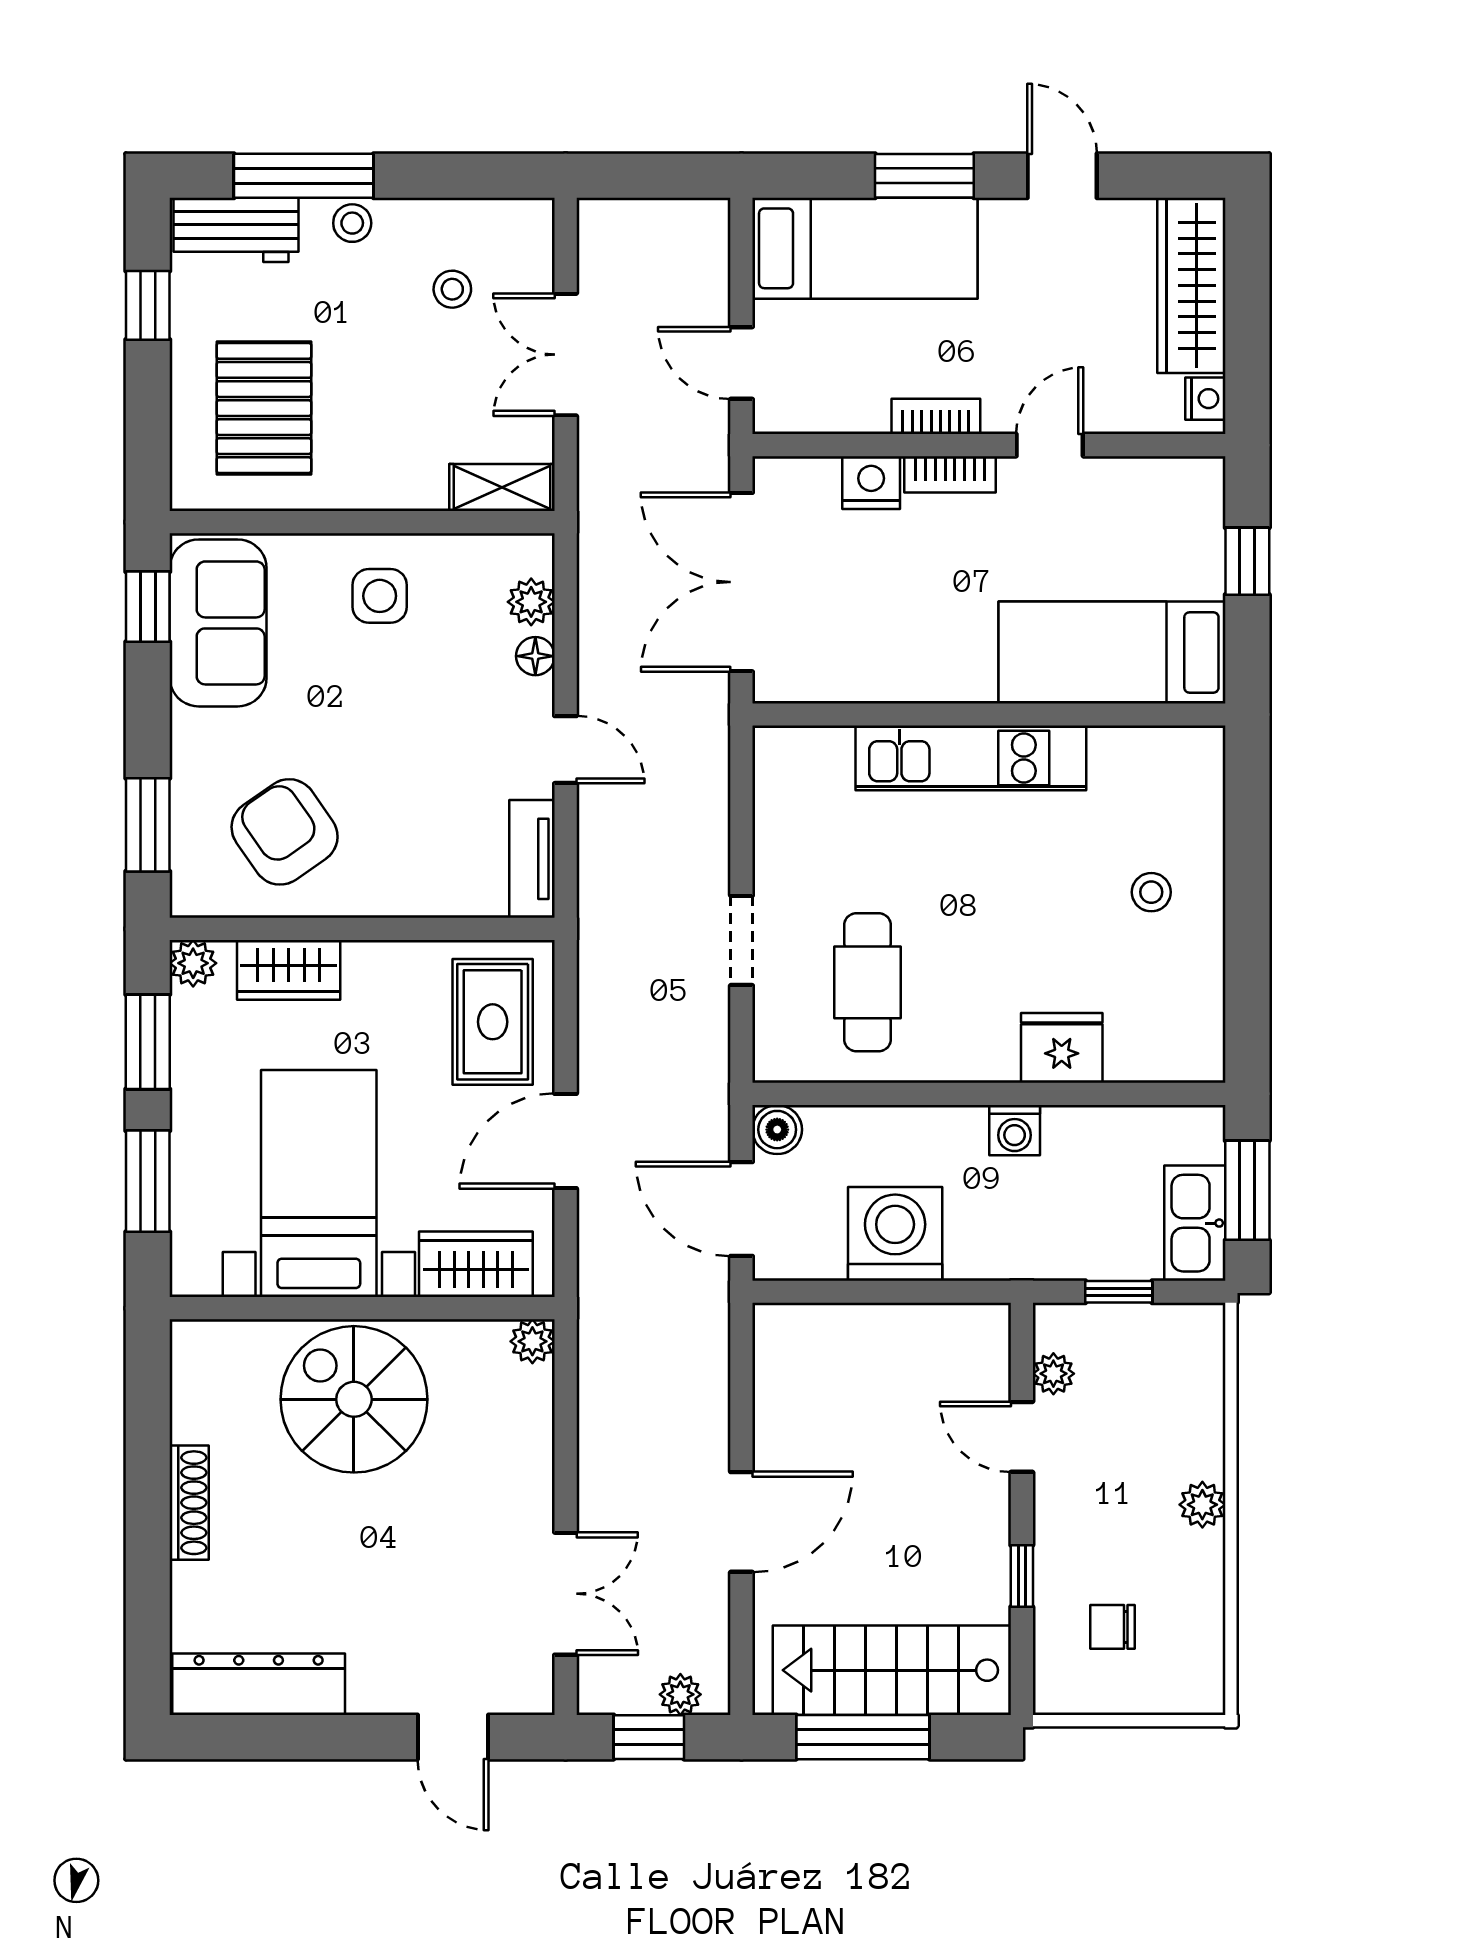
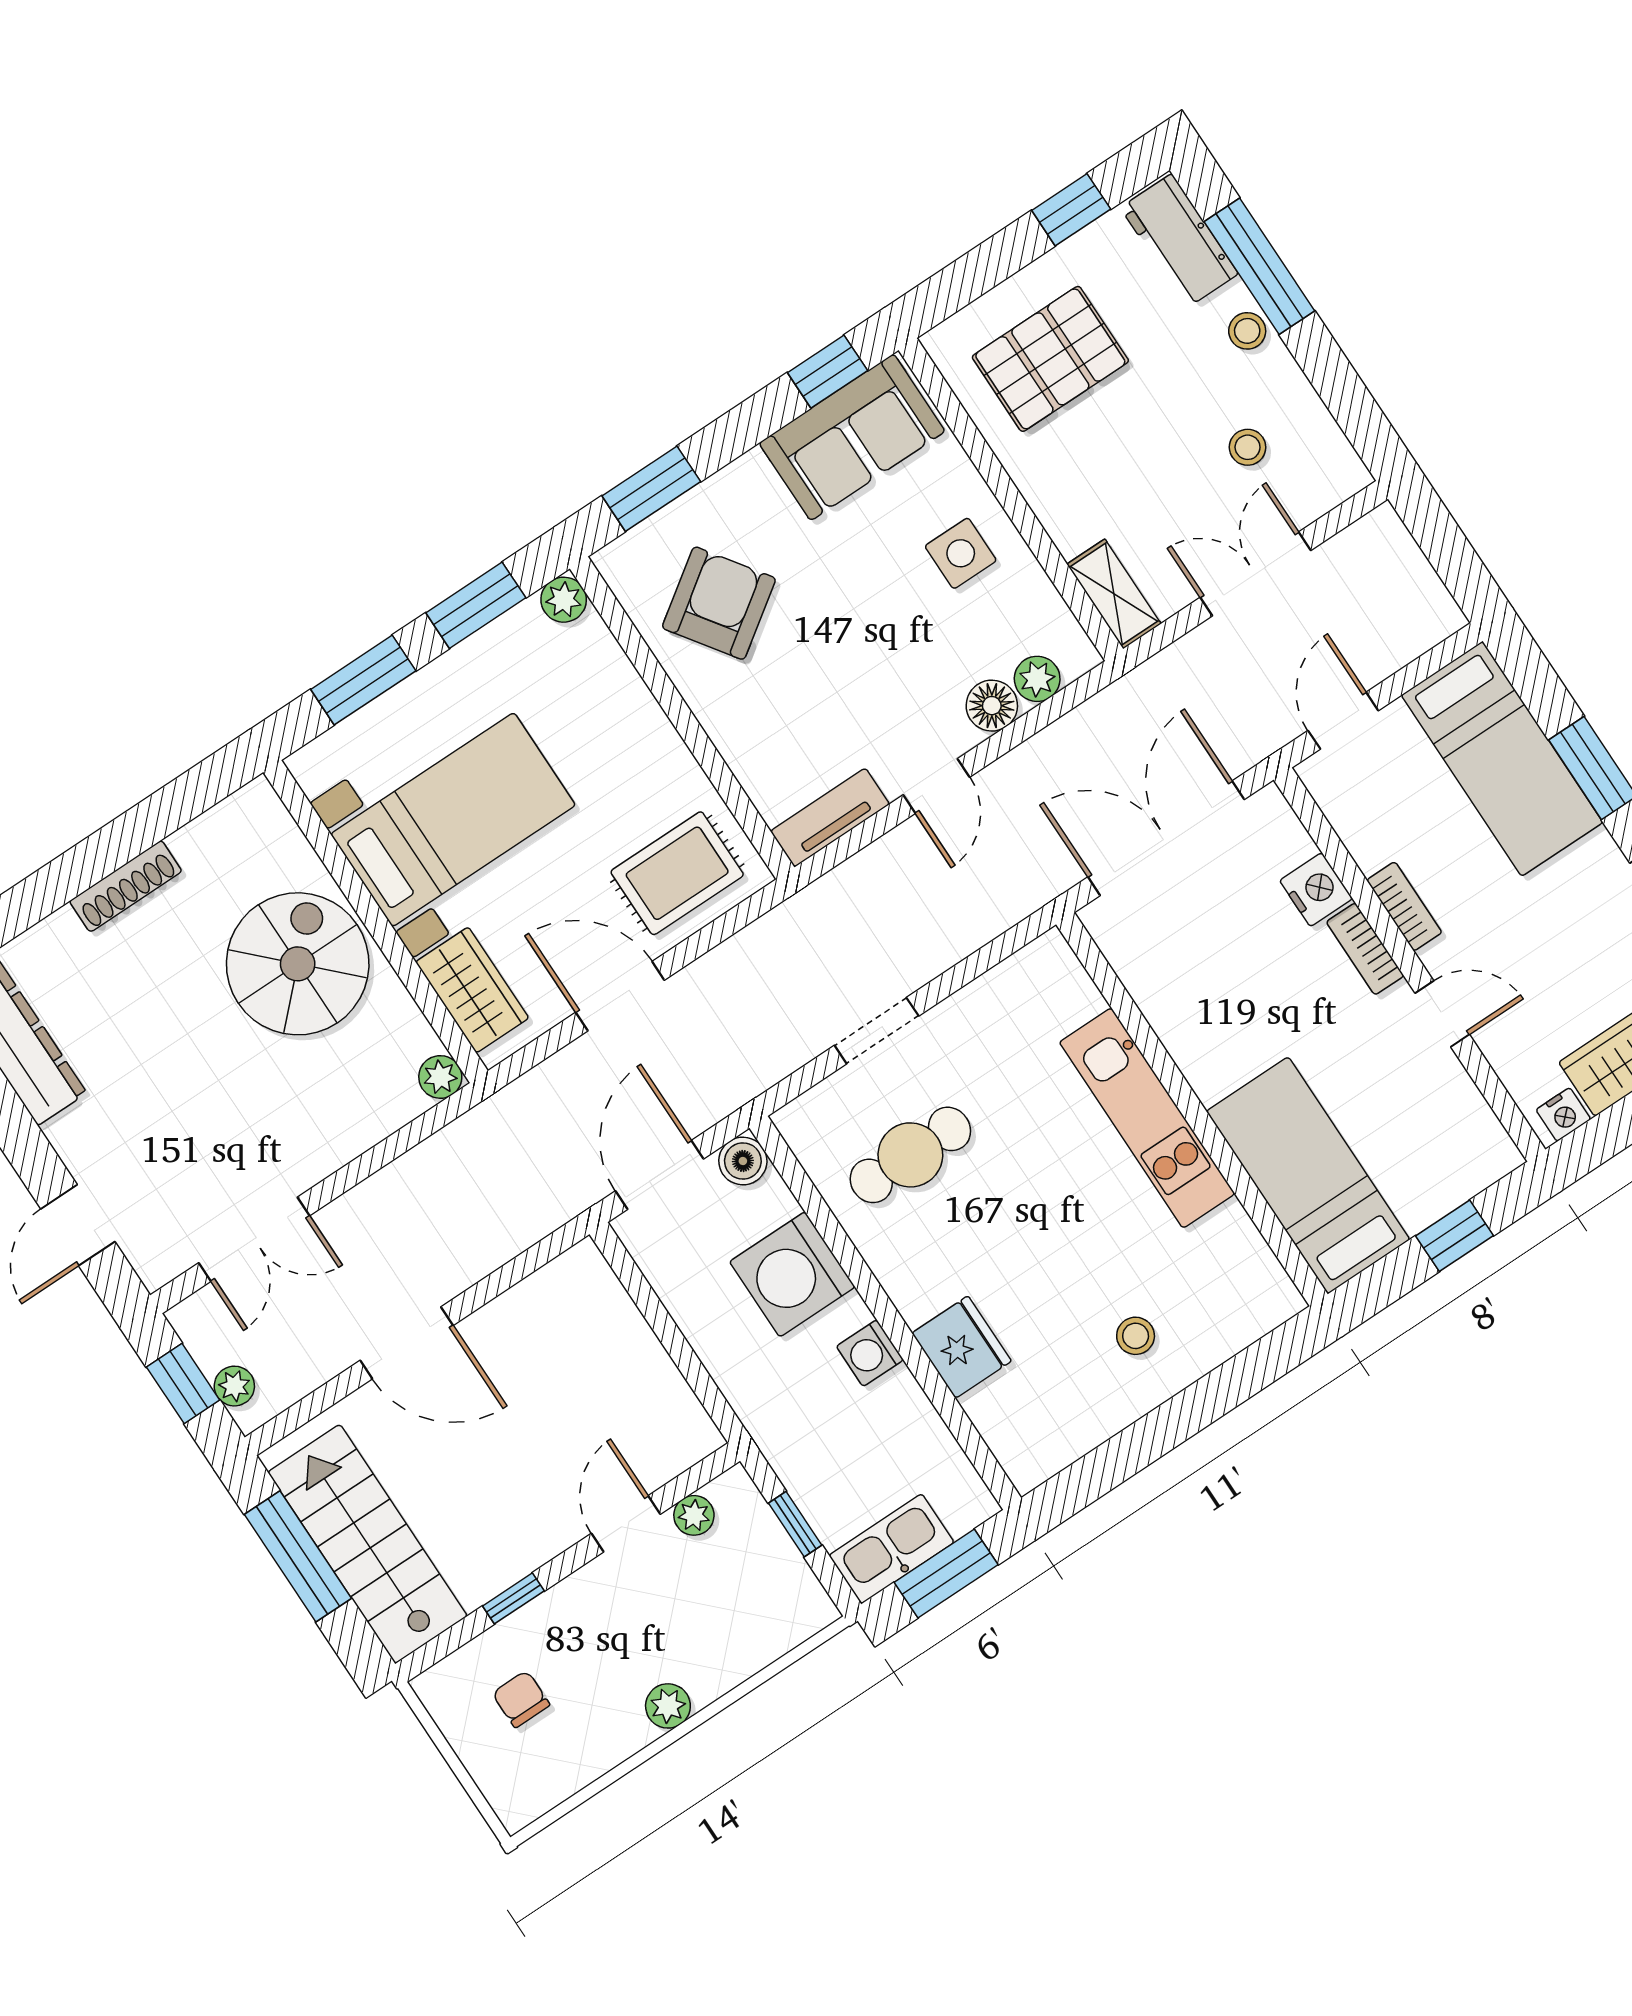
floor lamp: (535, 656) -> (992, 706), width x1.37, depth x1.37
wardrobe: (289, 970) -> (610, 680), removed
washing machine: (895, 1234) -> (792, 1274), moved, turned 180

